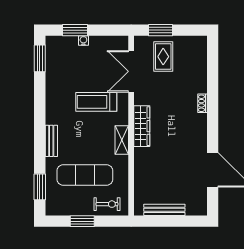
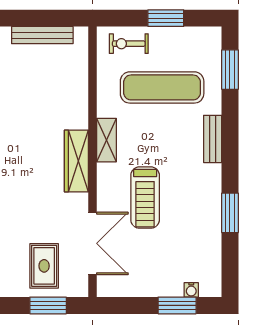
water cooler: (83, 41) -> (191, 290), moved
window: (40, 58) -> (230, 213), moved
treadmill: (96, 102) -> (145, 198), turned 90

